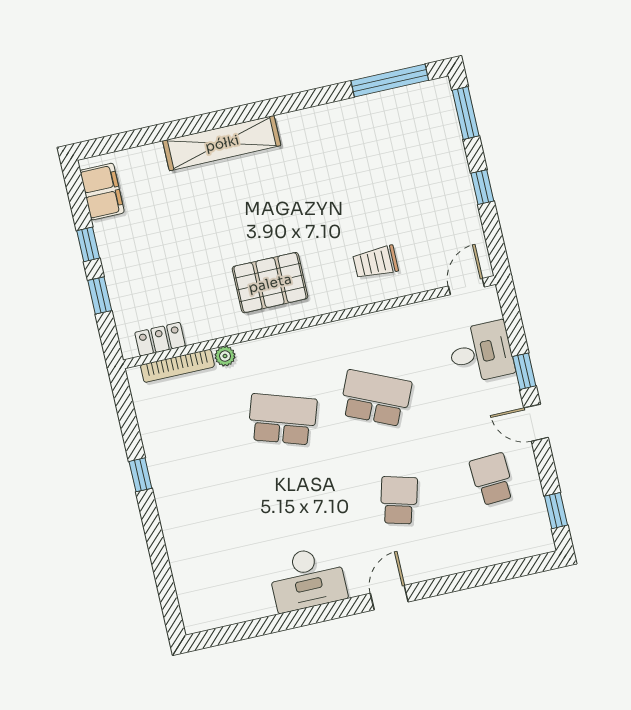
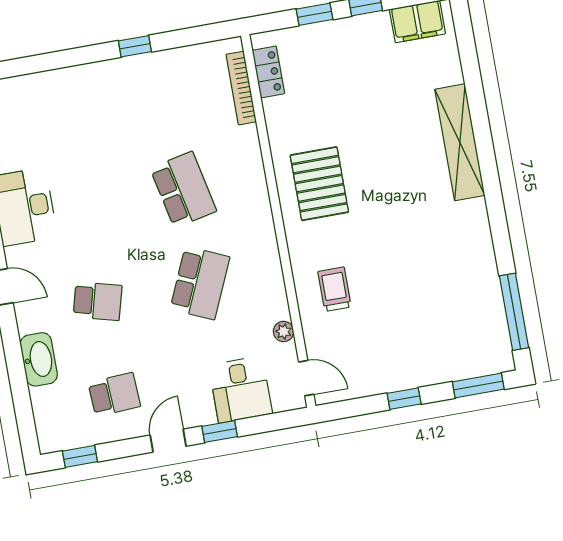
plant: (225, 356) -> (284, 331), moved
school desk: (282, 419) -> (183, 190), turned -30
washbasin: (460, 557) -> (39, 359), added

